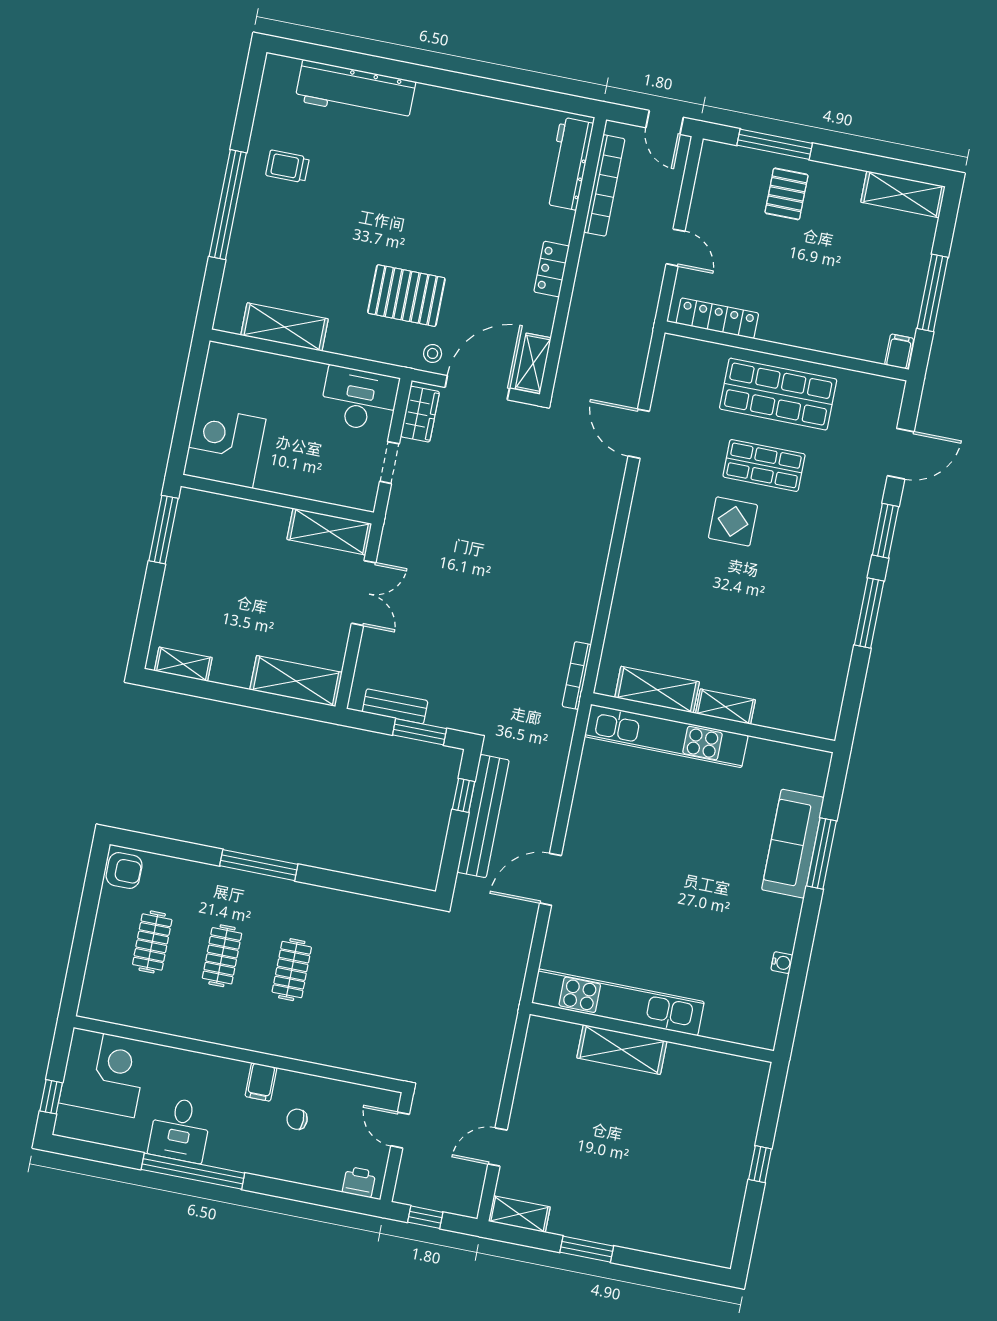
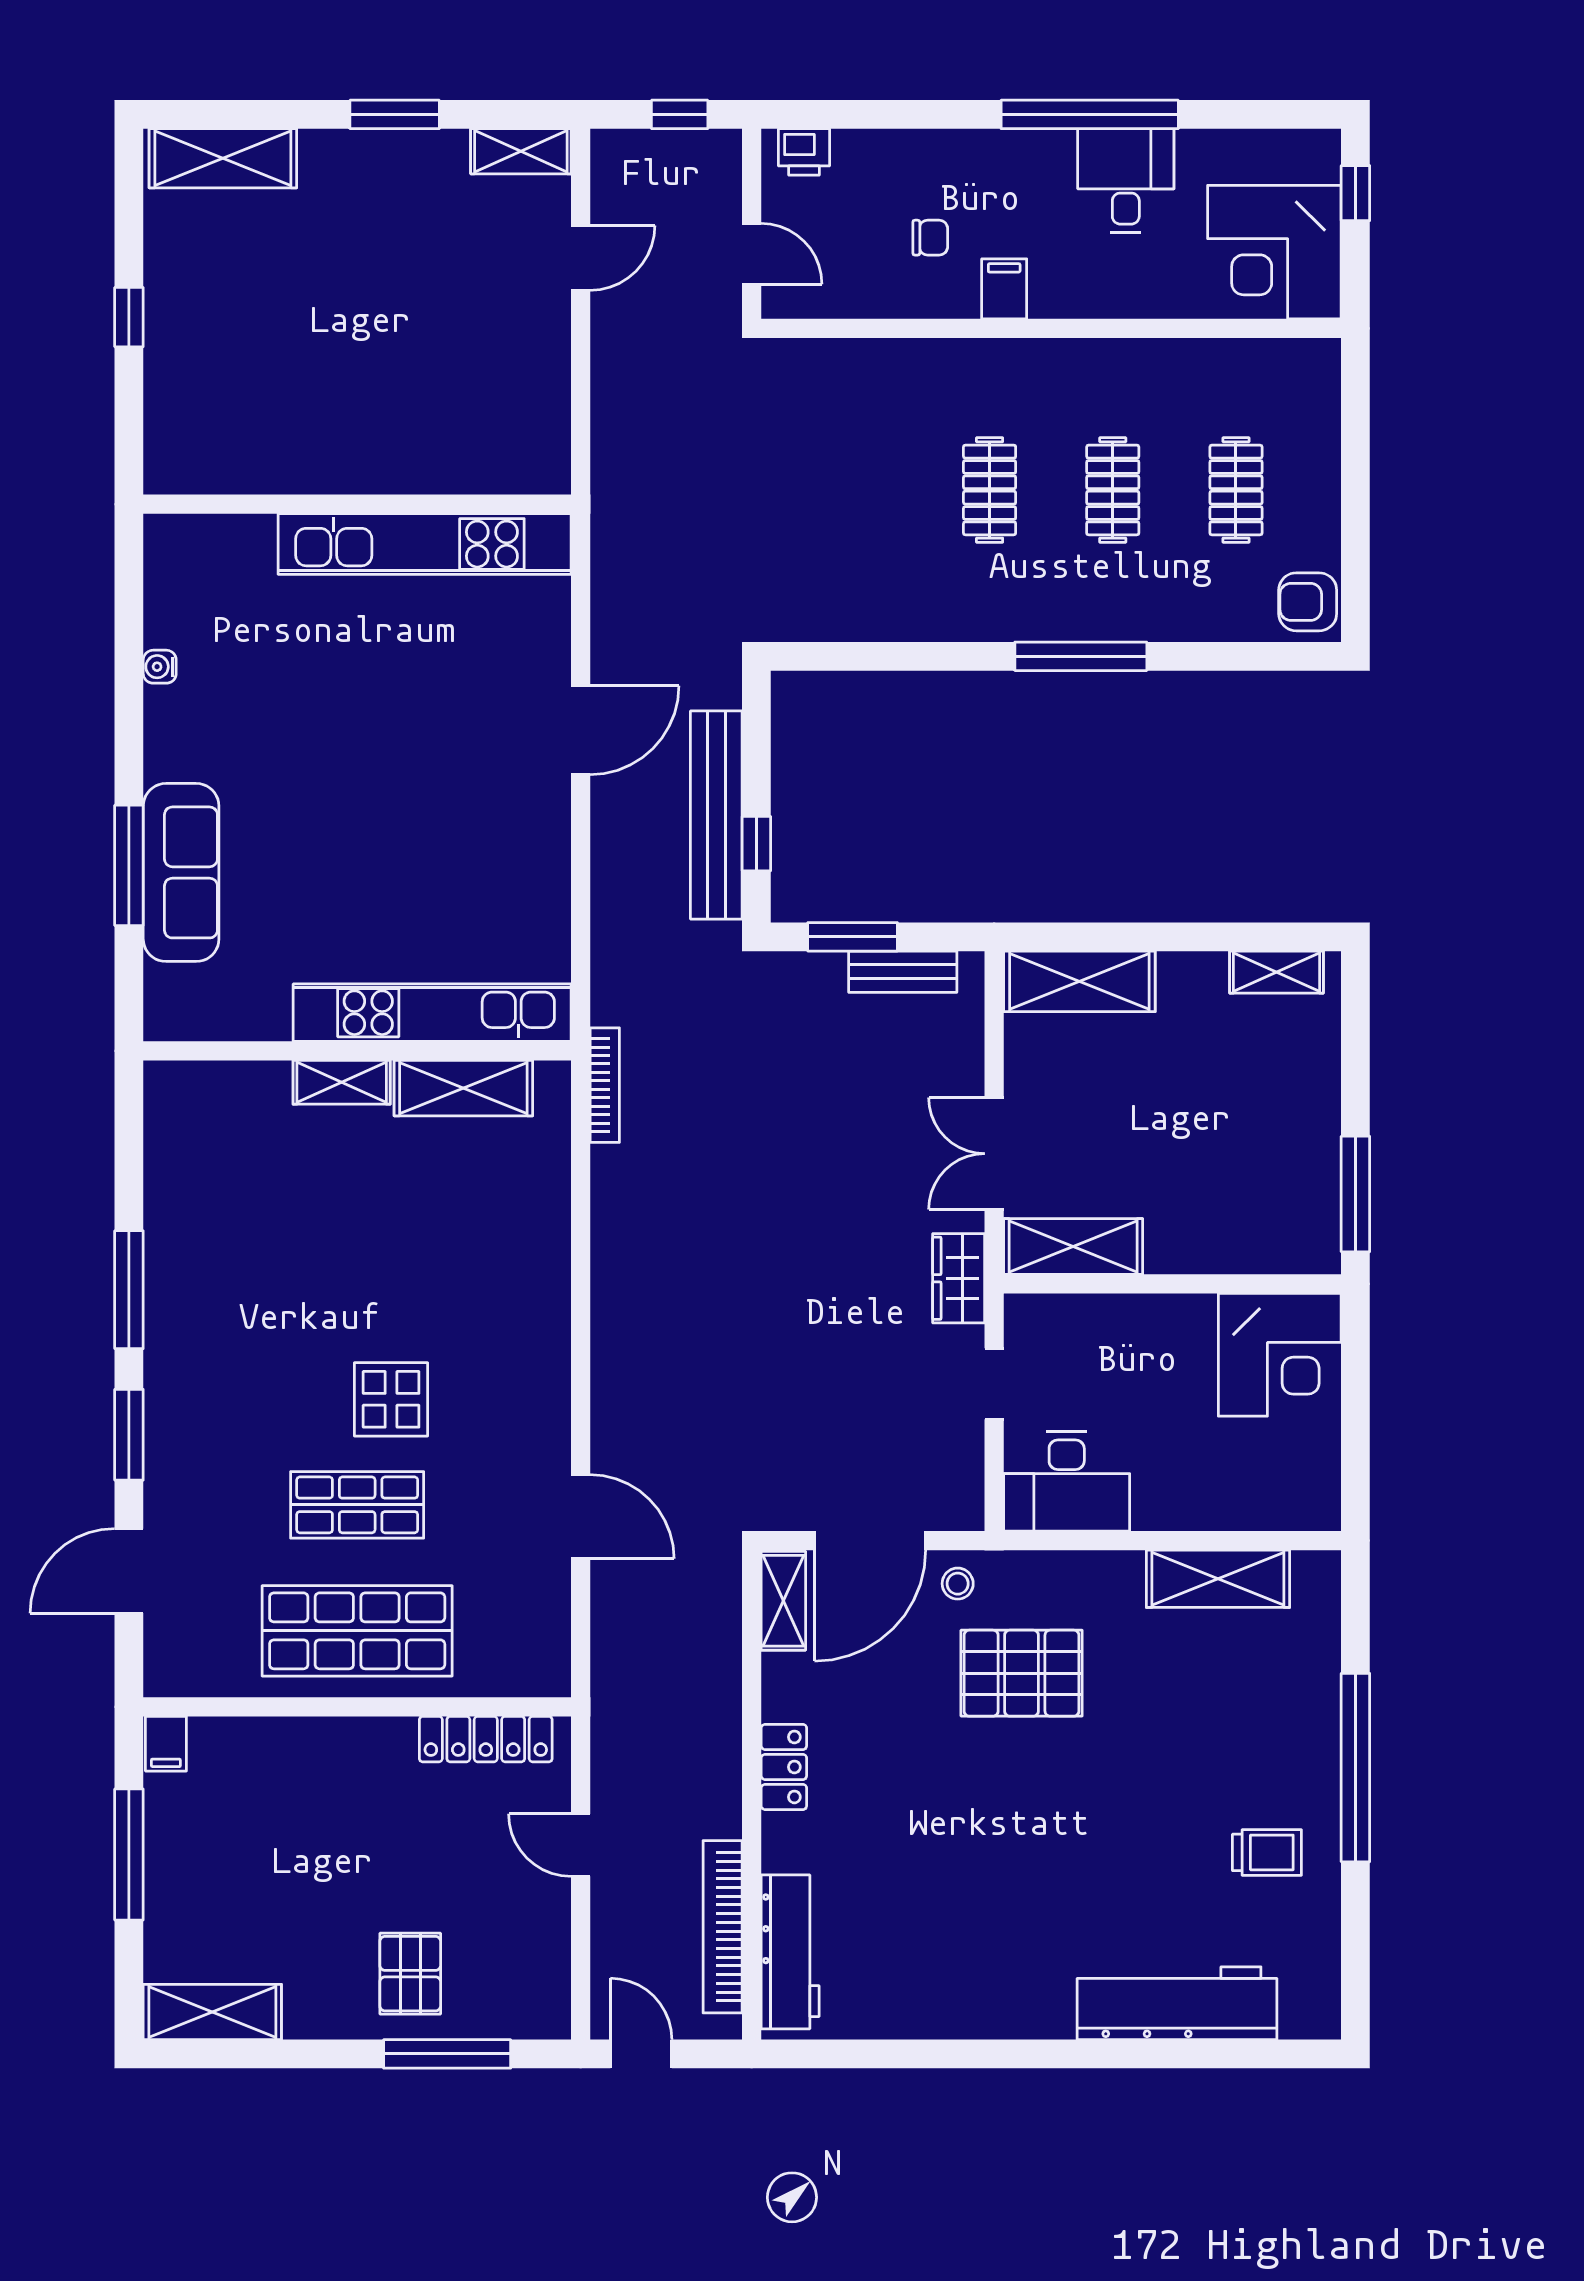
wardrobe: (420, 414) -> (959, 1278), moved
shelving: (622, 1050) -> (223, 158), moved

